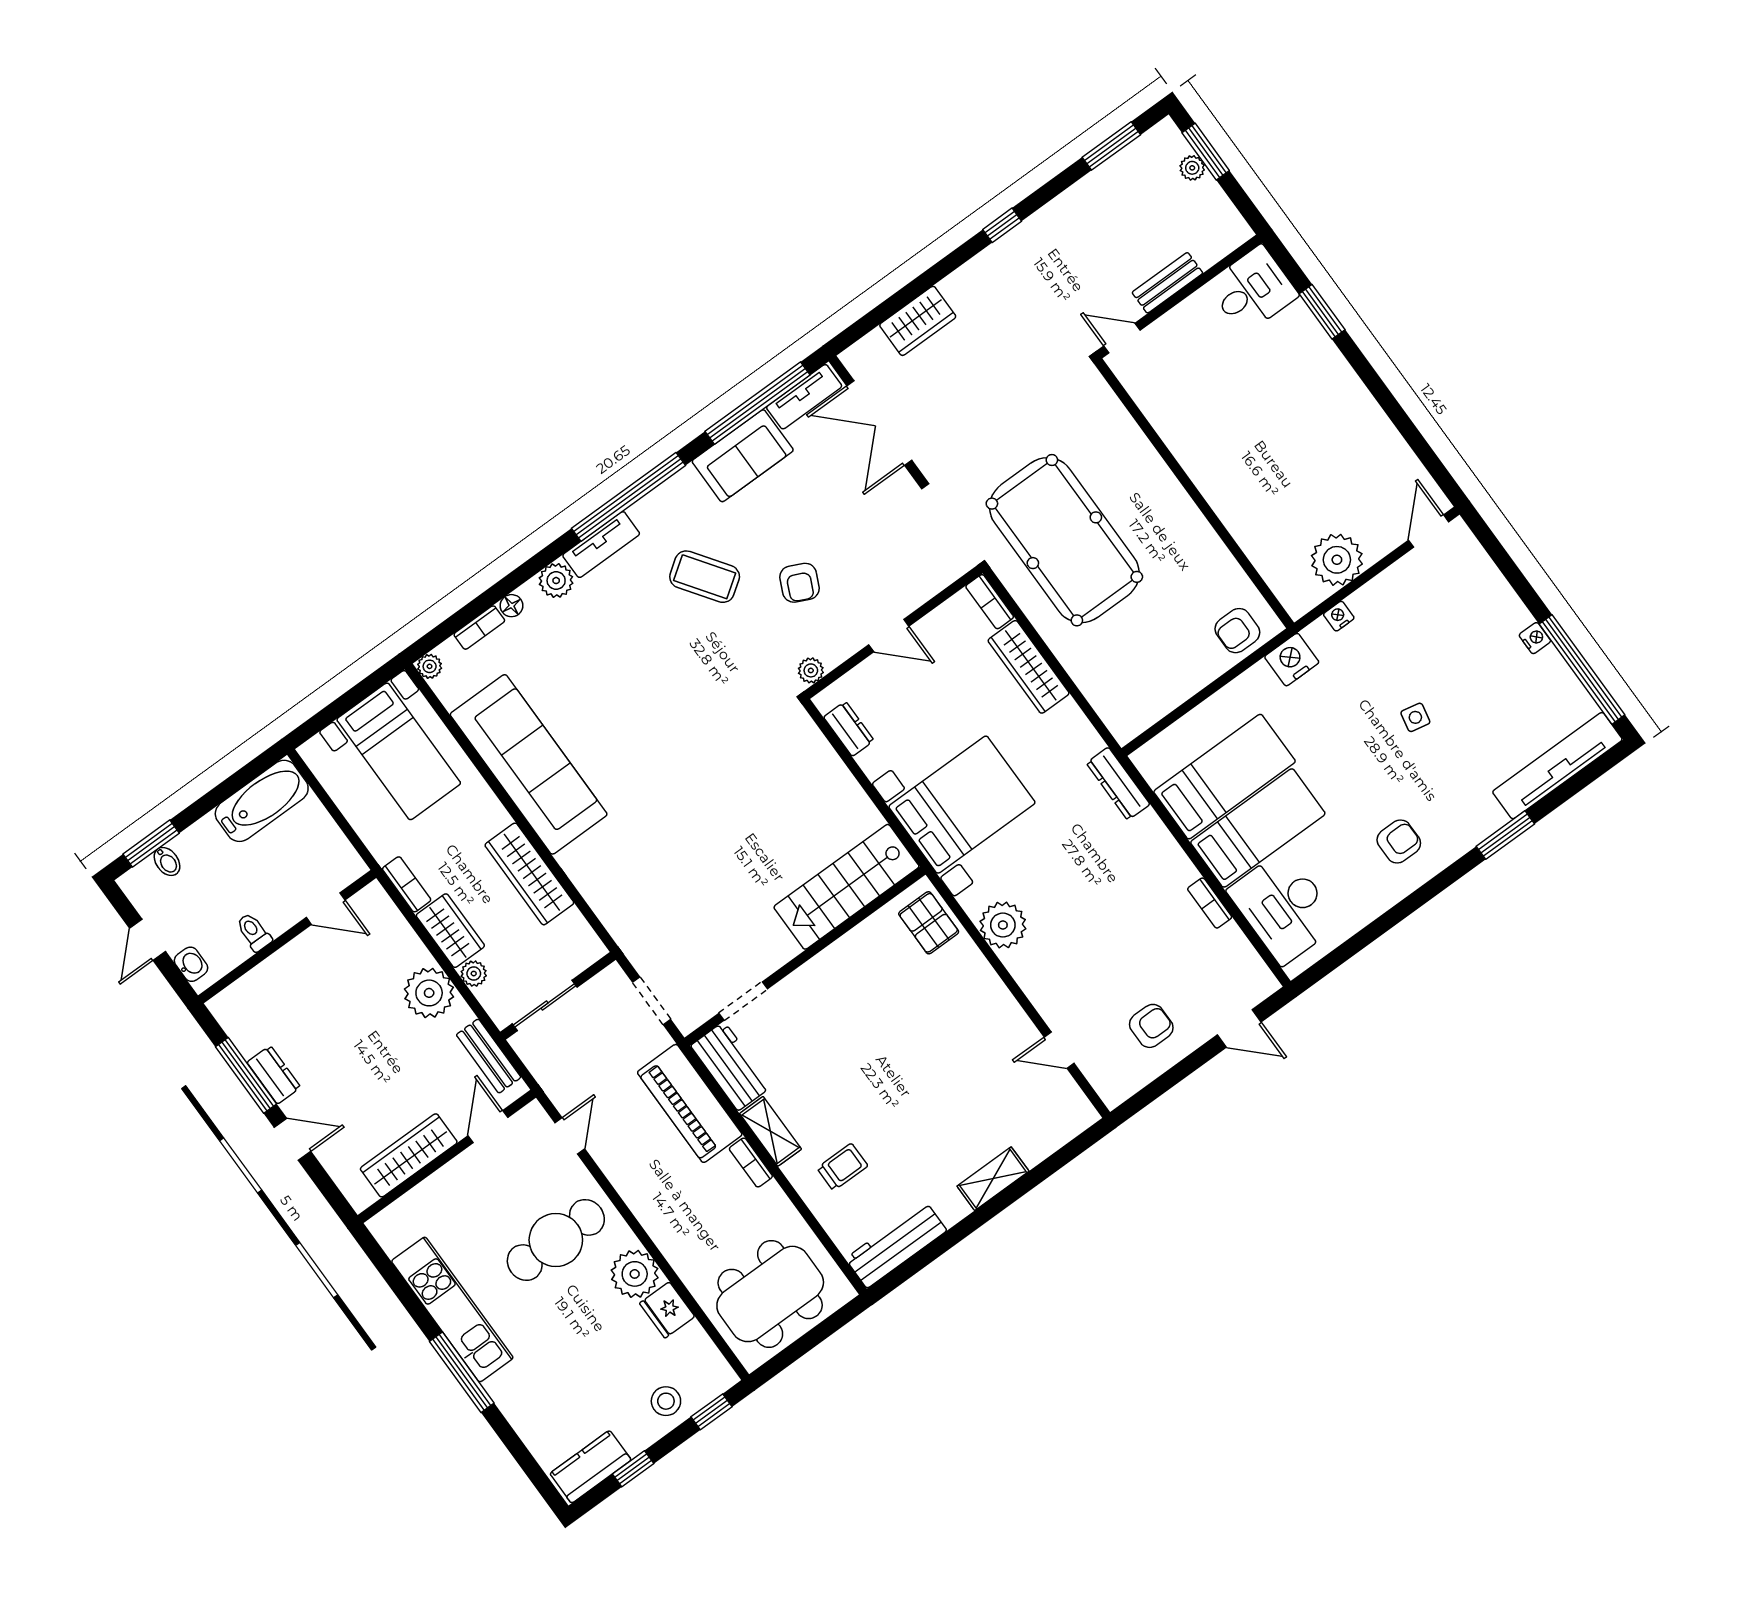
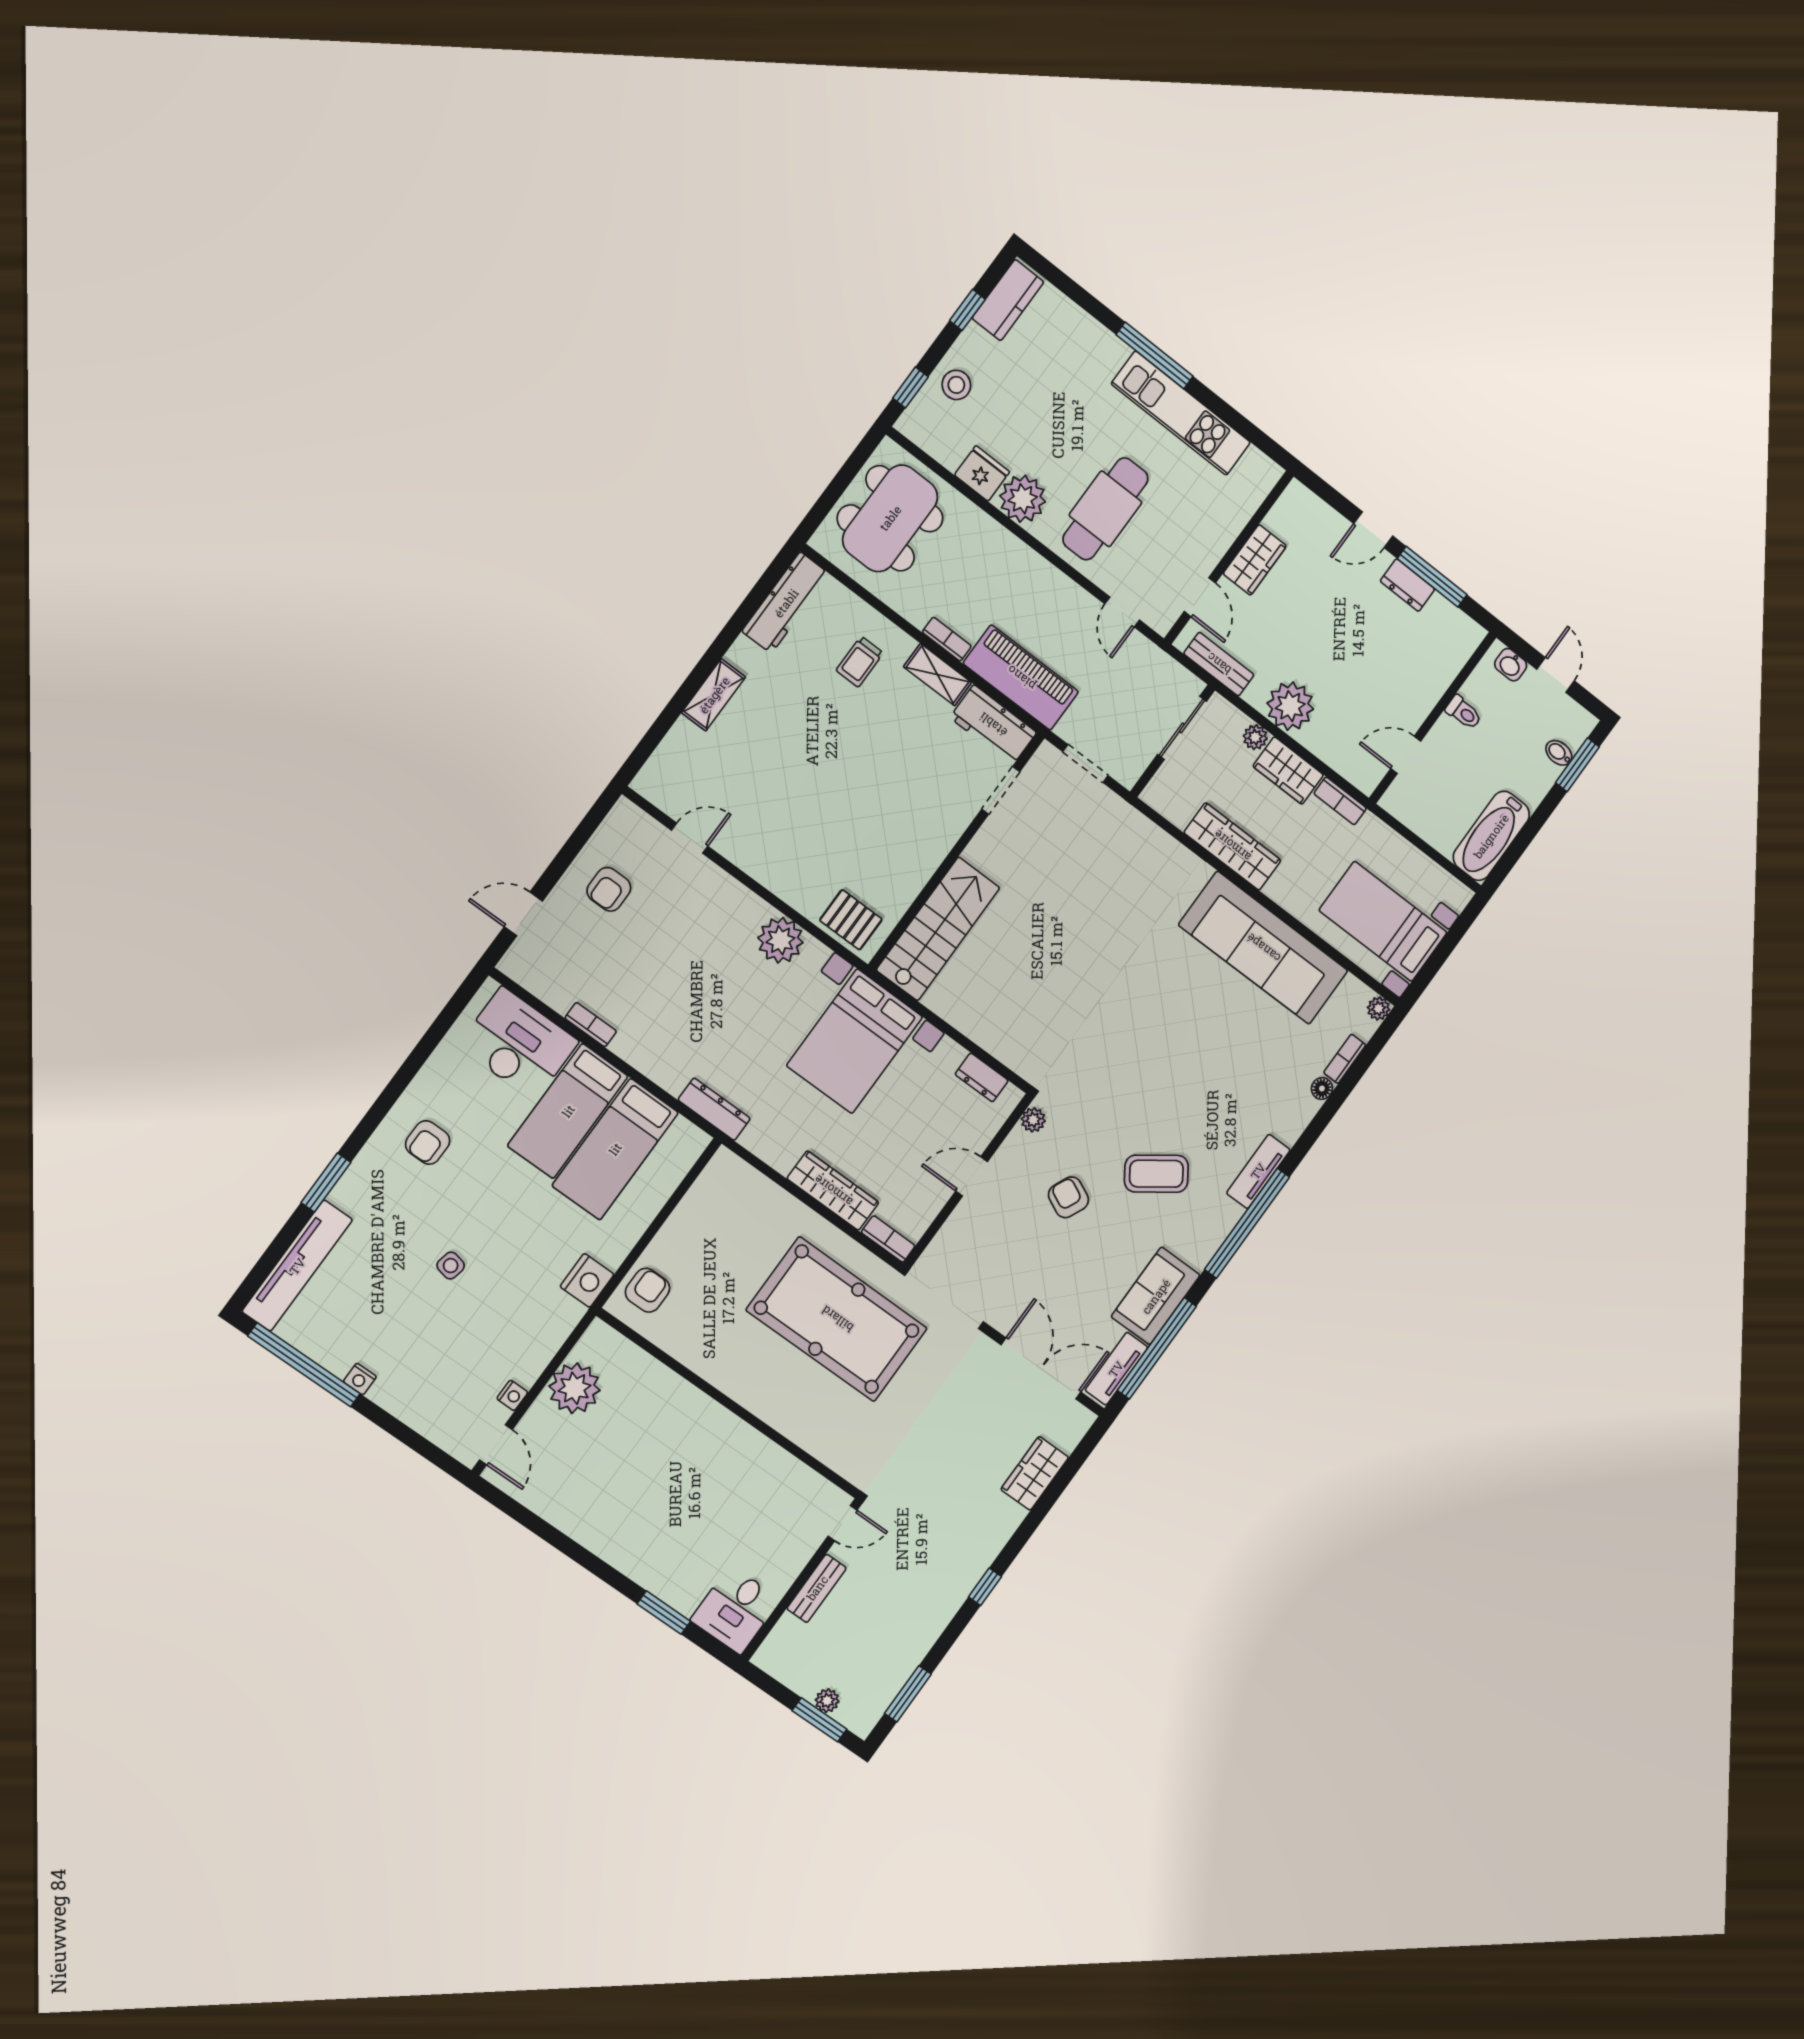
plant: (556, 581) -> (1289, 1125), removed
nightstand: (1339, 616) -> (512, 1395), moved
wardrobe: (409, 1155) -> (1255, 560), width x0.67

